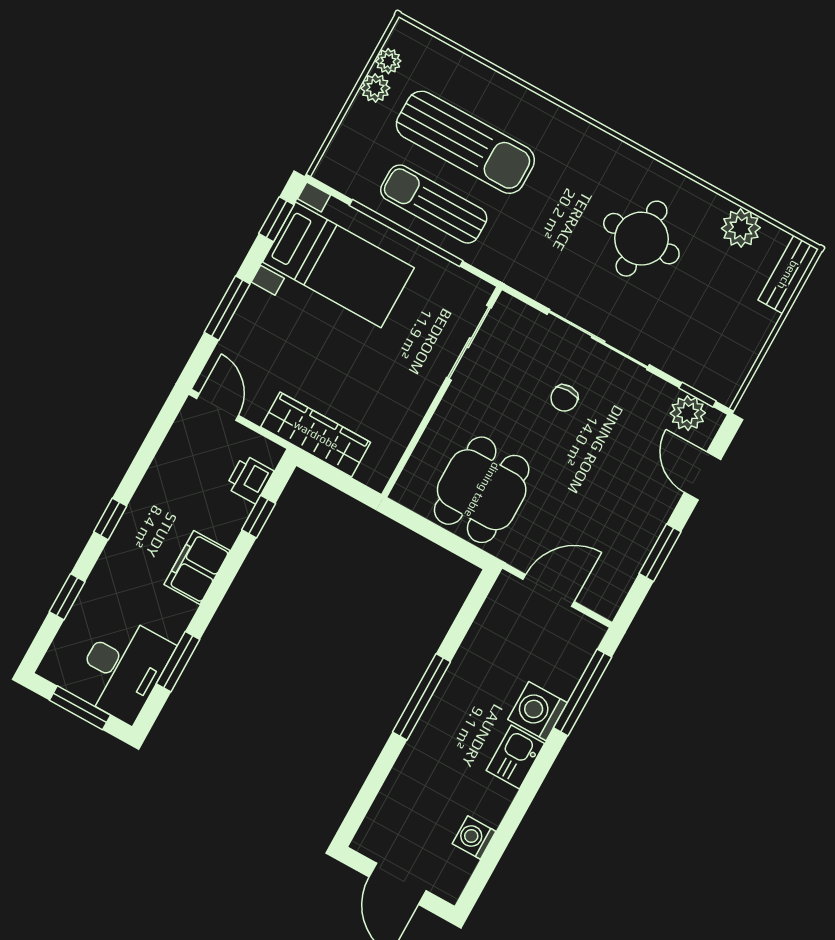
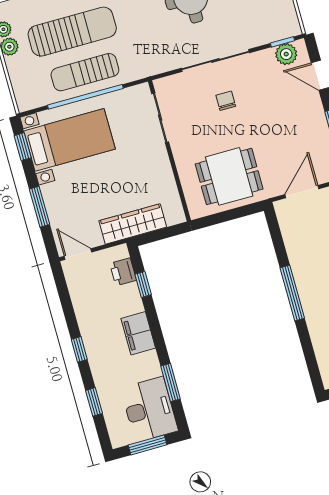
chair: (564, 398) -> (226, 101), turned 180
dining table: (482, 490) -> (229, 176), turned 90

